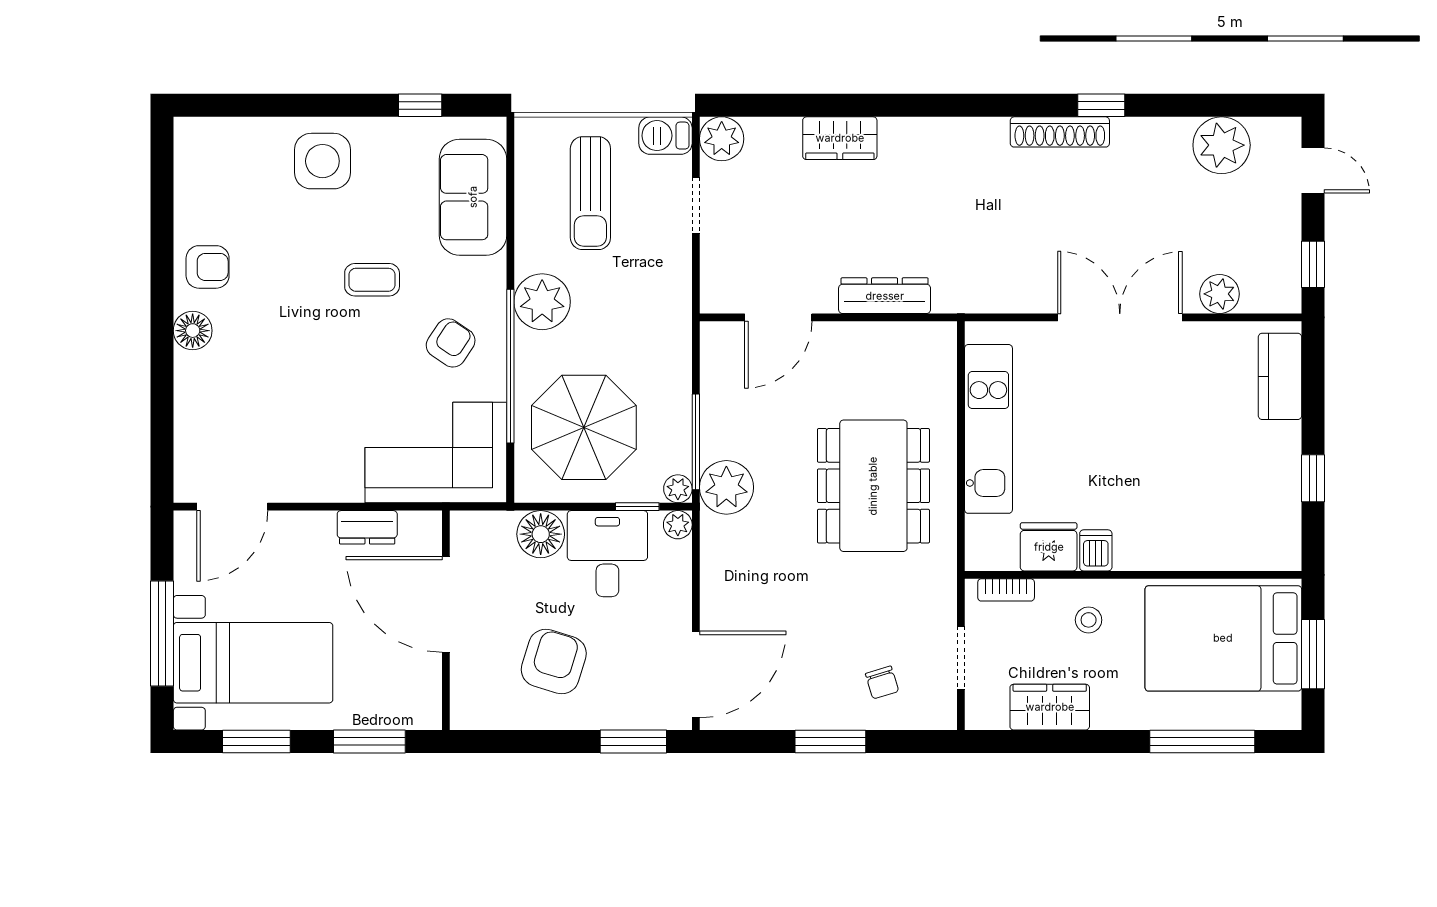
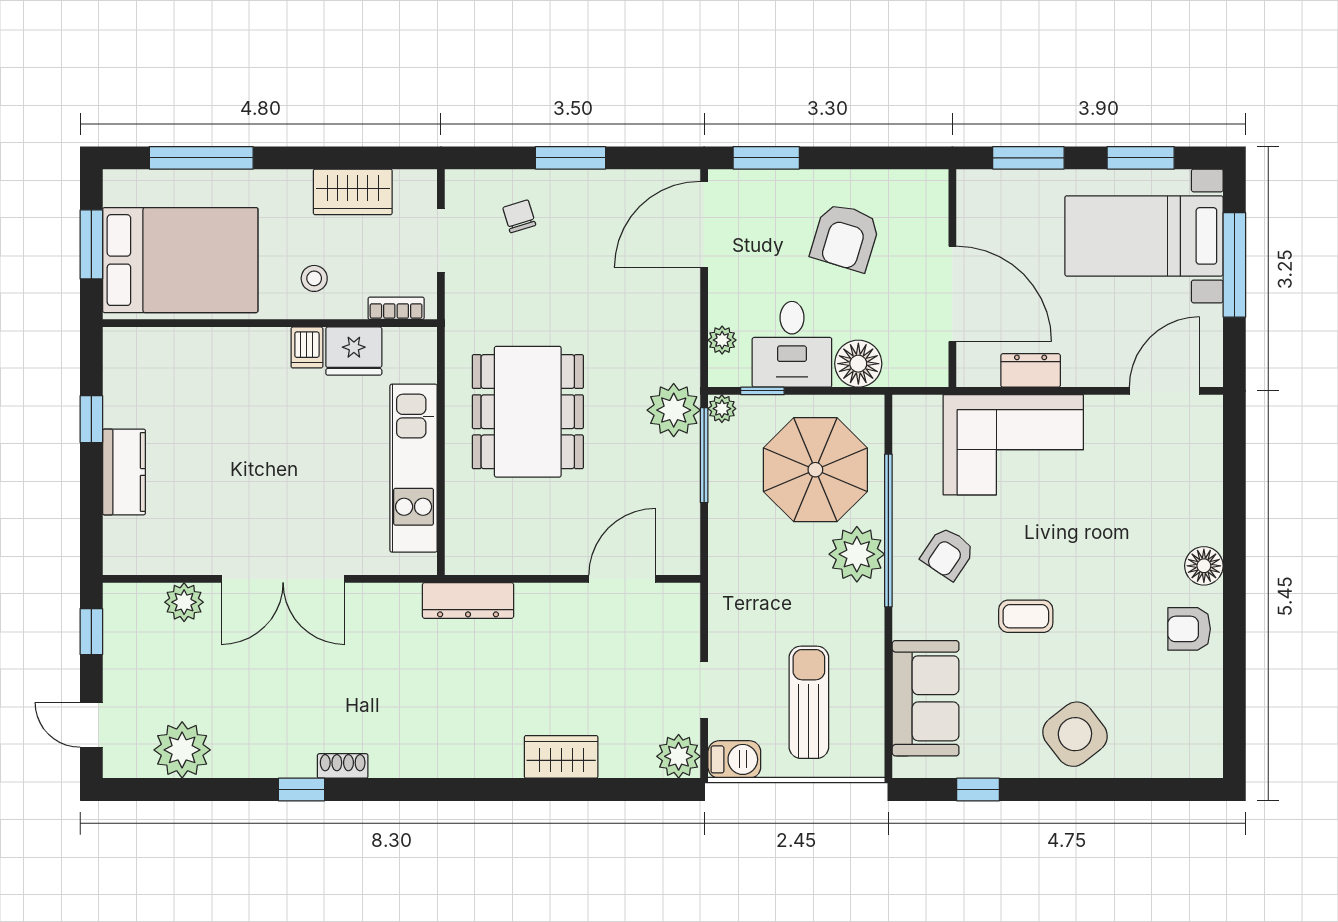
shoe rack: (1060, 132) -> (343, 766), width x0.51, depth x0.81
side table: (322, 161) -> (1075, 734), turned -38
dresser: (885, 296) -> (468, 600), moved
plant: (542, 302) -> (857, 554), moved
kitchen counter: (1280, 376) -> (124, 472), moved
corner sofa: (436, 452) -> (1013, 445), moved
plant: (678, 525) -> (722, 340), moved

